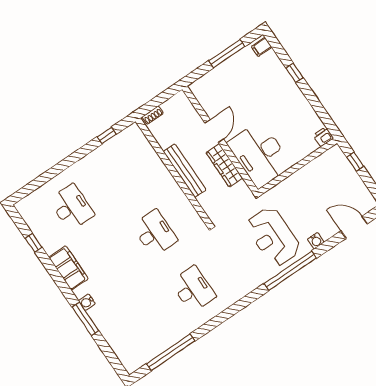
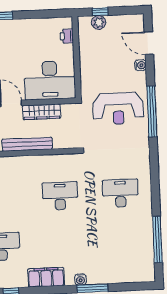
printer: (323, 137) -> (67, 36), moved
plant: (344, 167) -> (99, 22), added
door: (354, 227) -> (149, 43), hinge flipped
water cooler: (316, 241) -> (141, 65), moved

